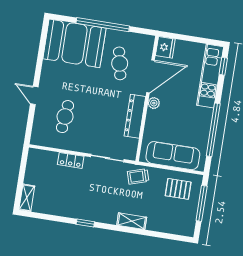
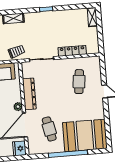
locker: (71, 160) -> (72, 51), width x1.53

